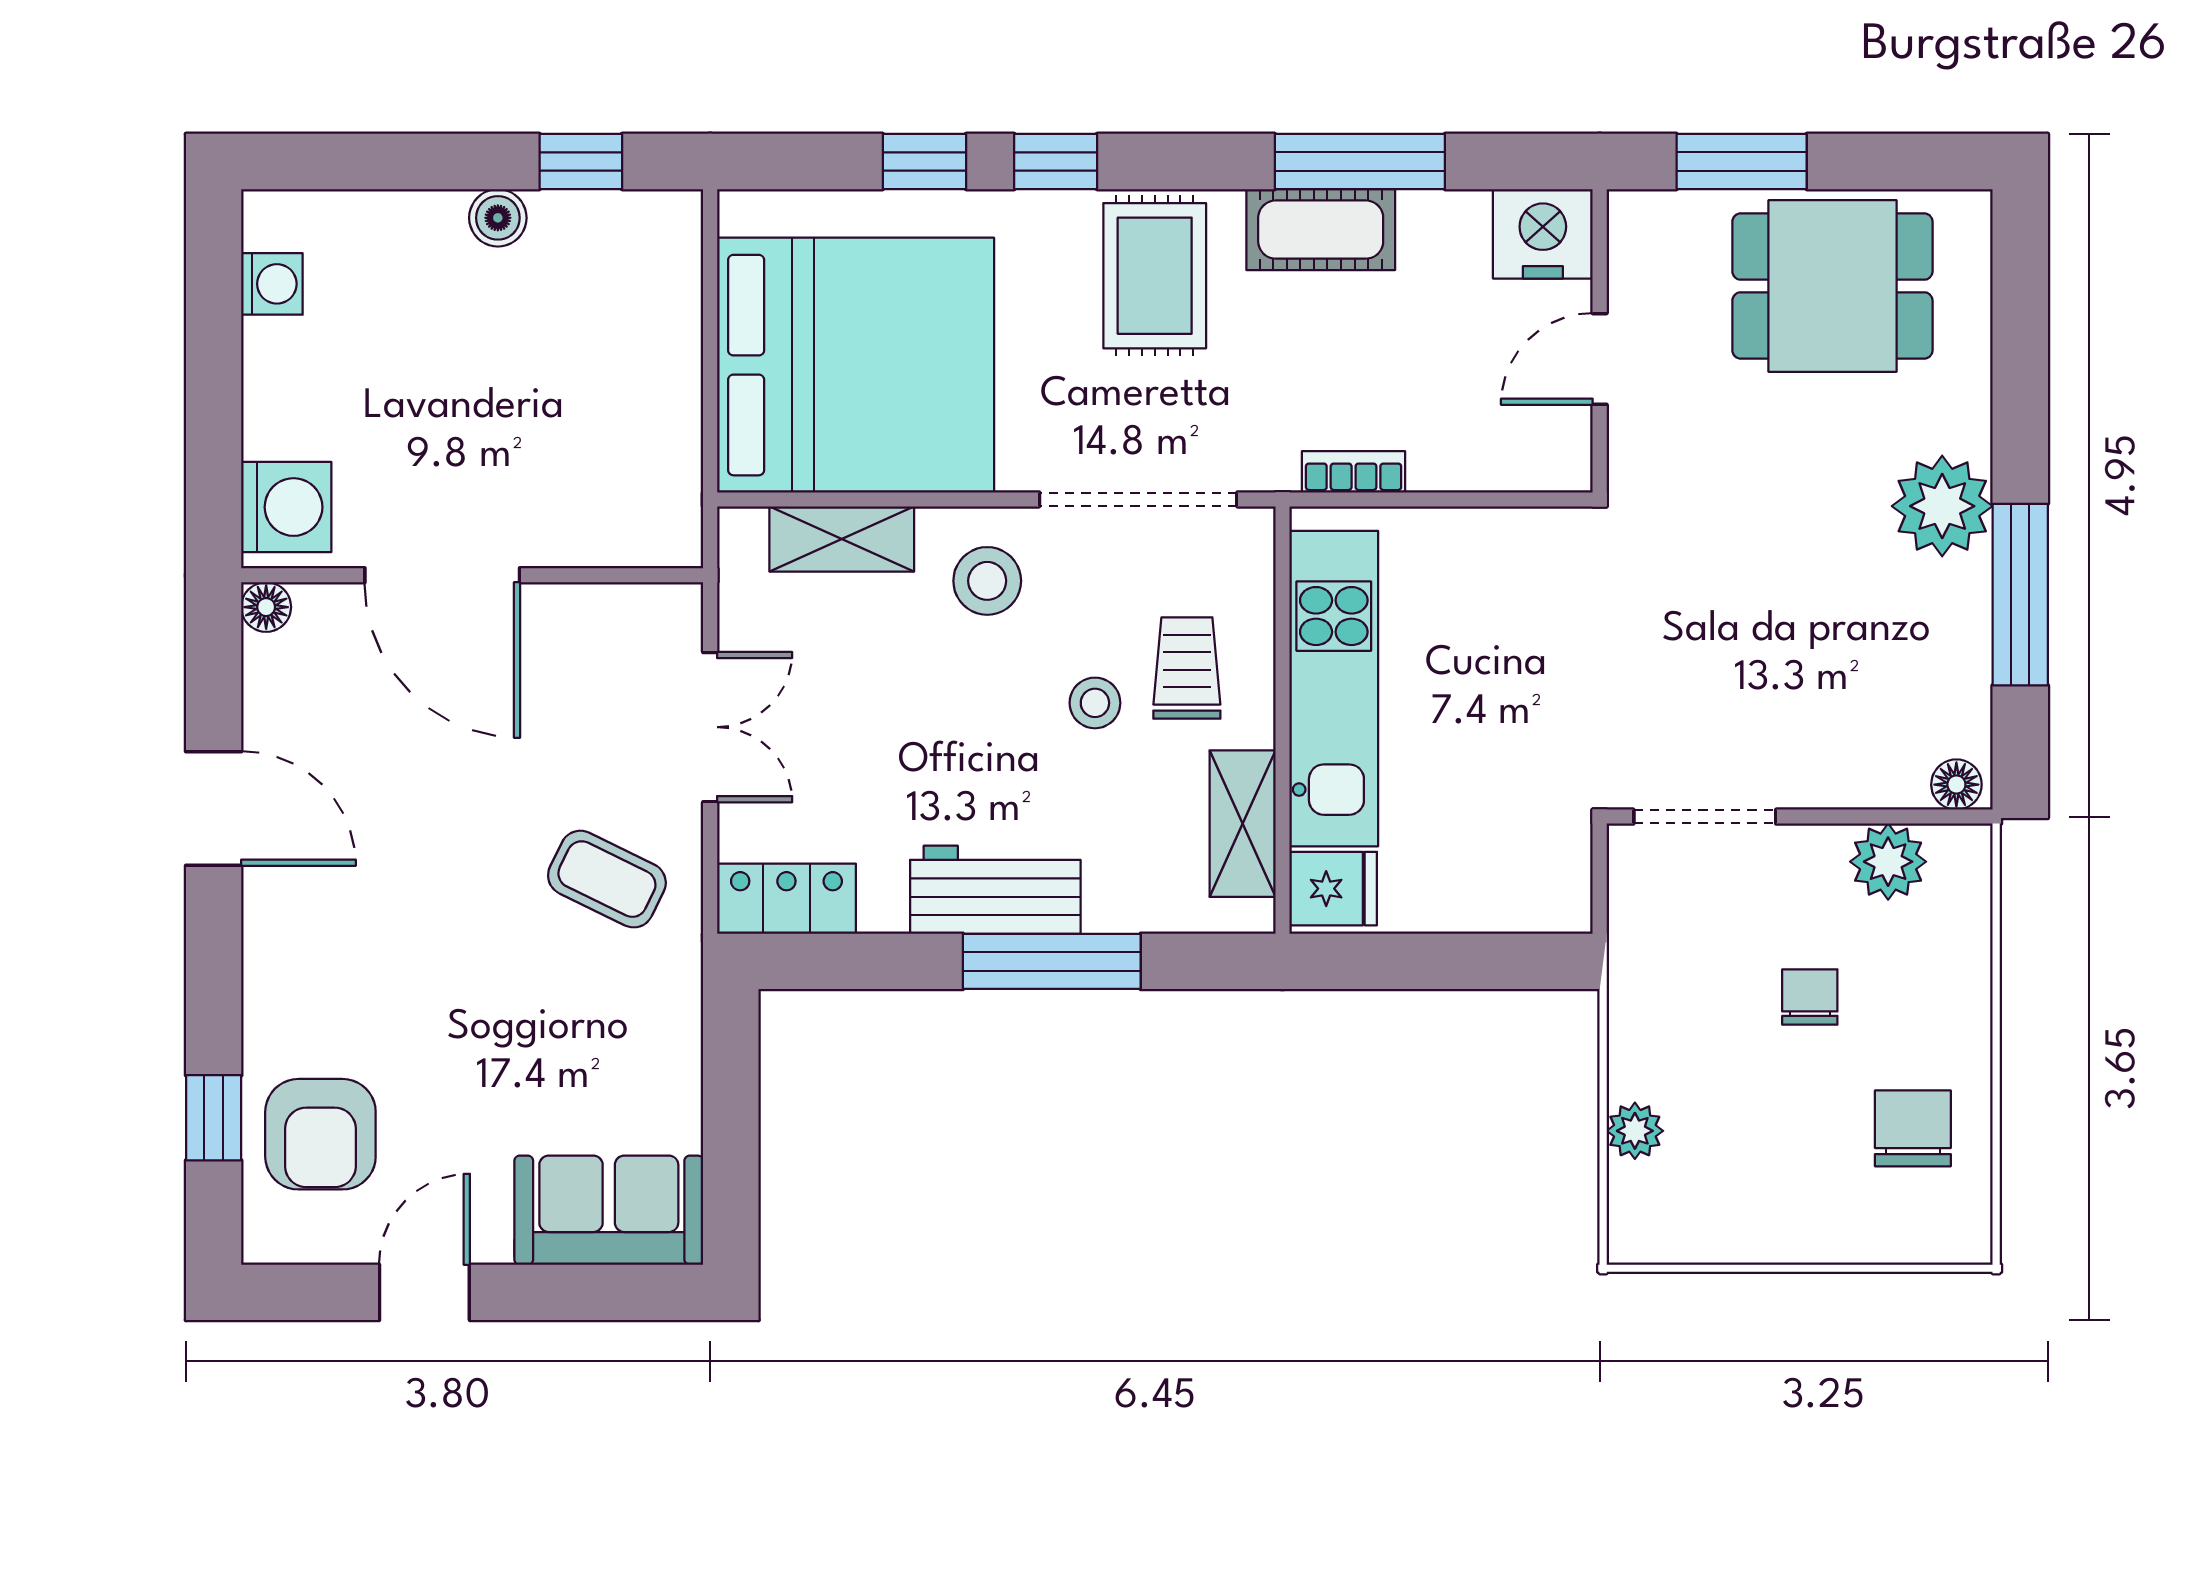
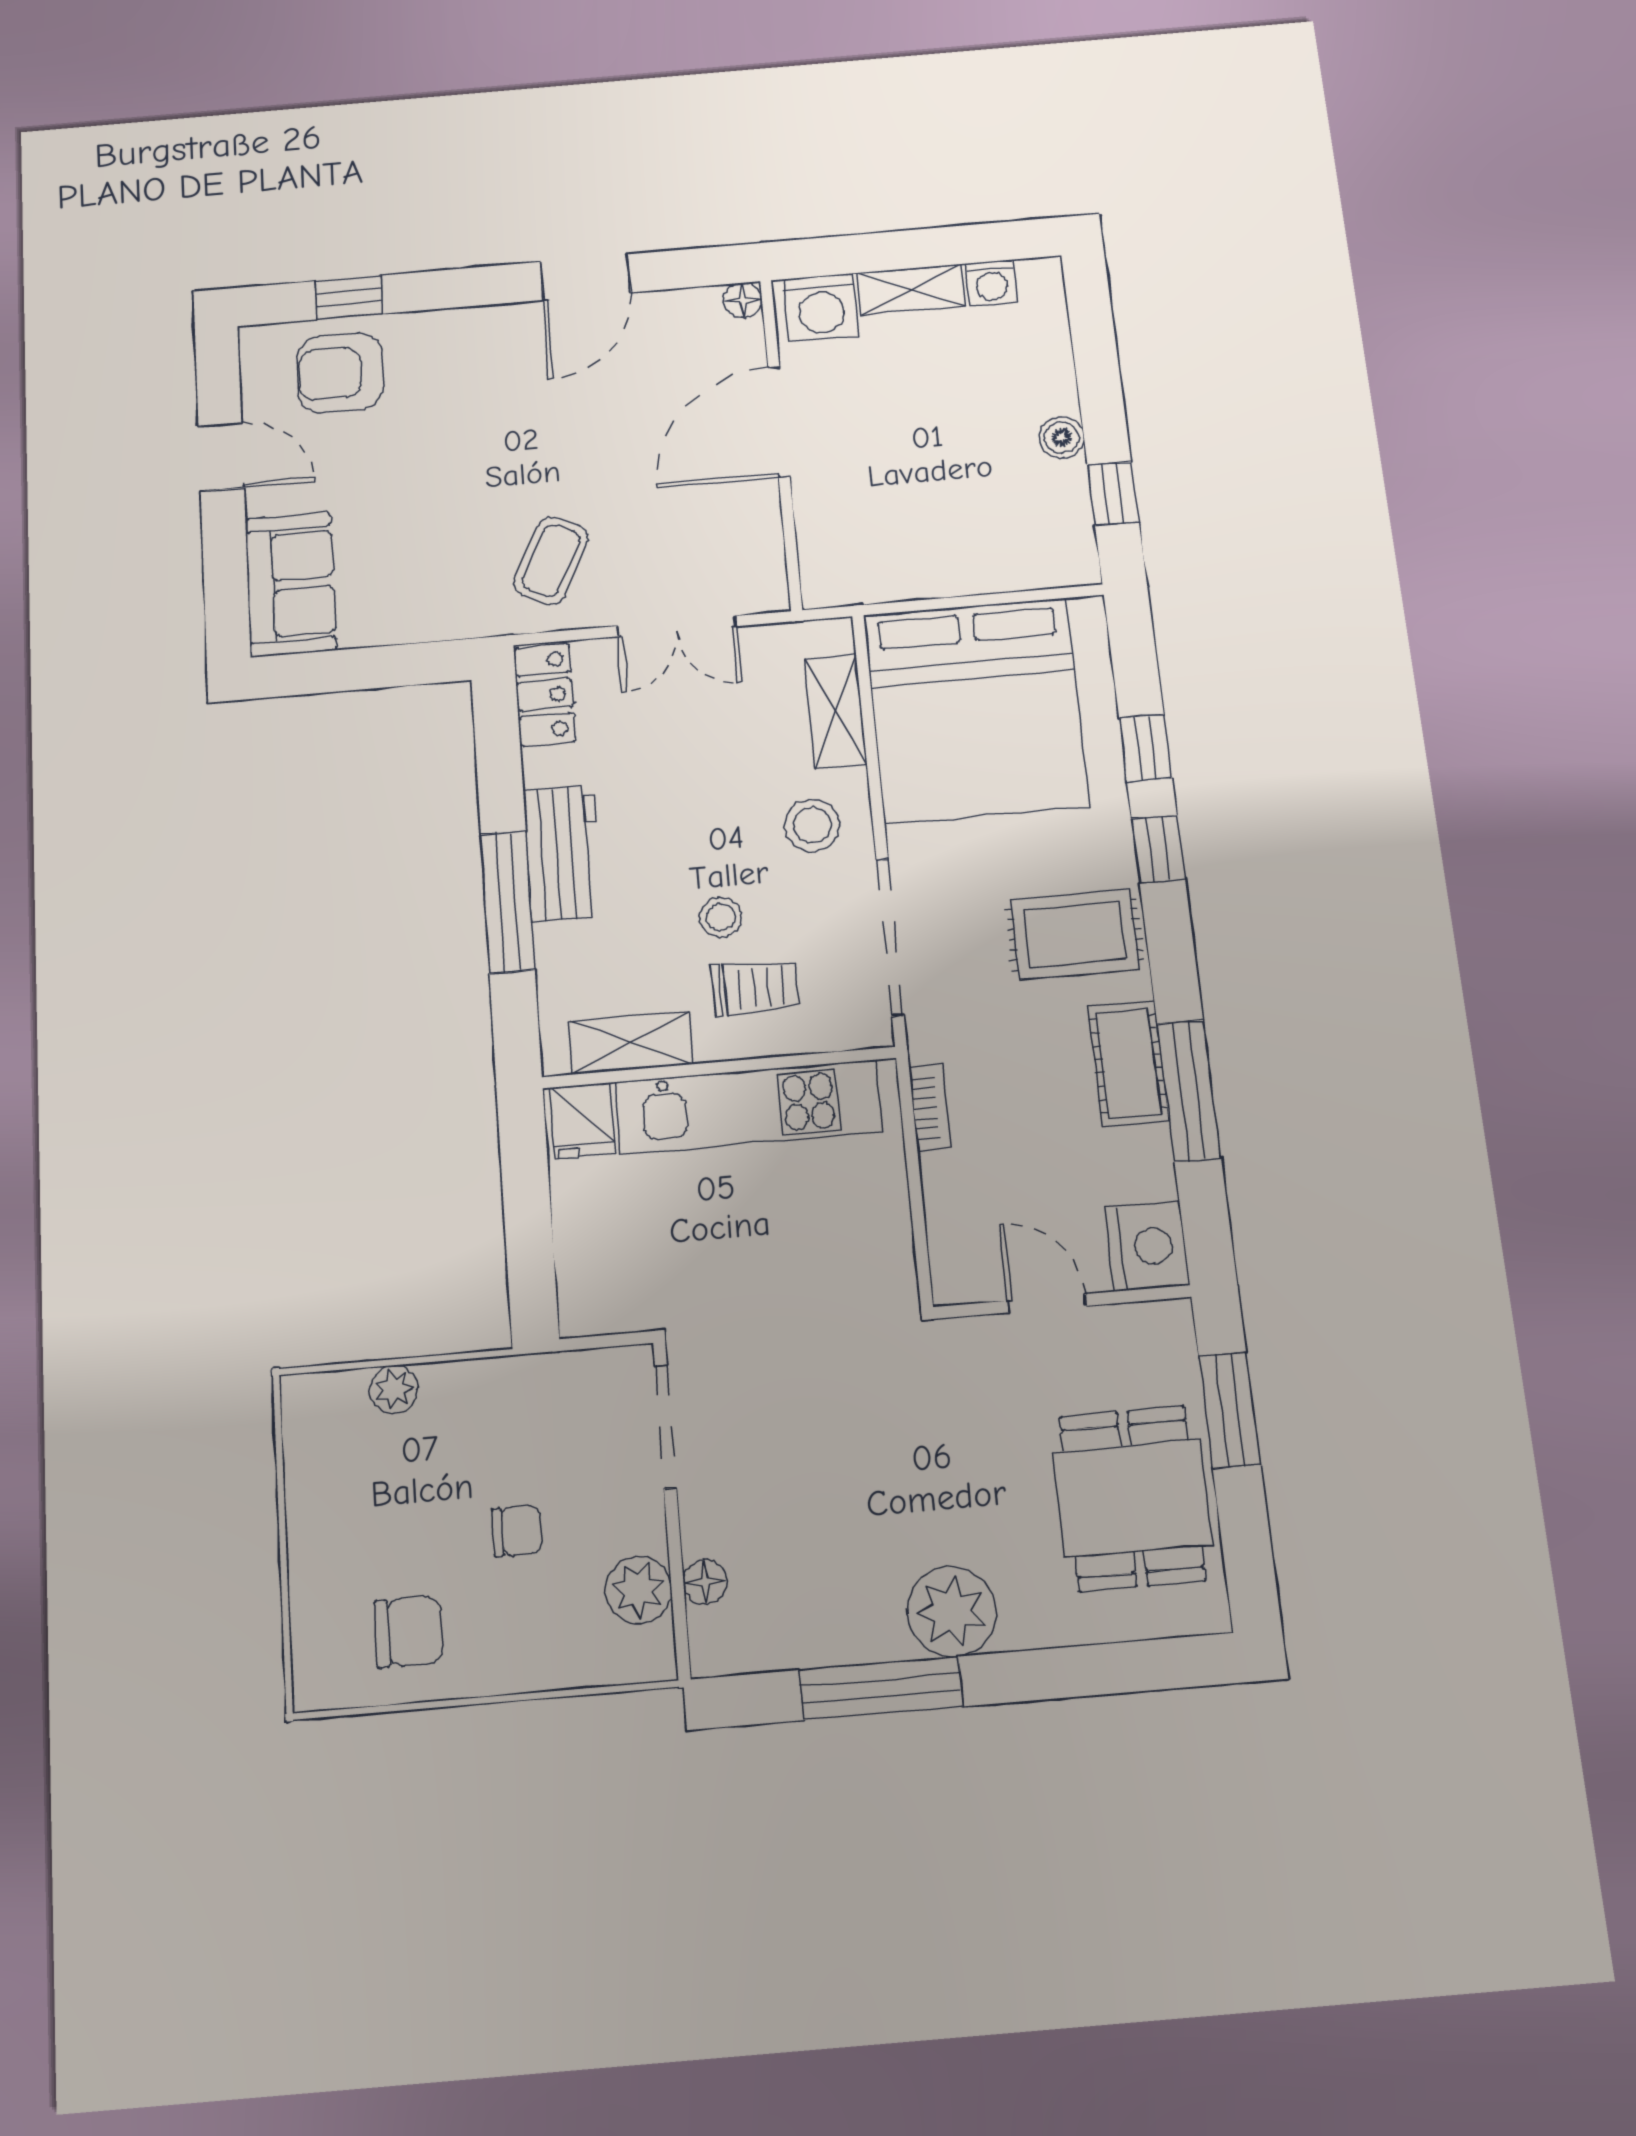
shelving: (272, 388) -> (911, 290), added
floor lamp: (1956, 785) -> (705, 1582), moved

